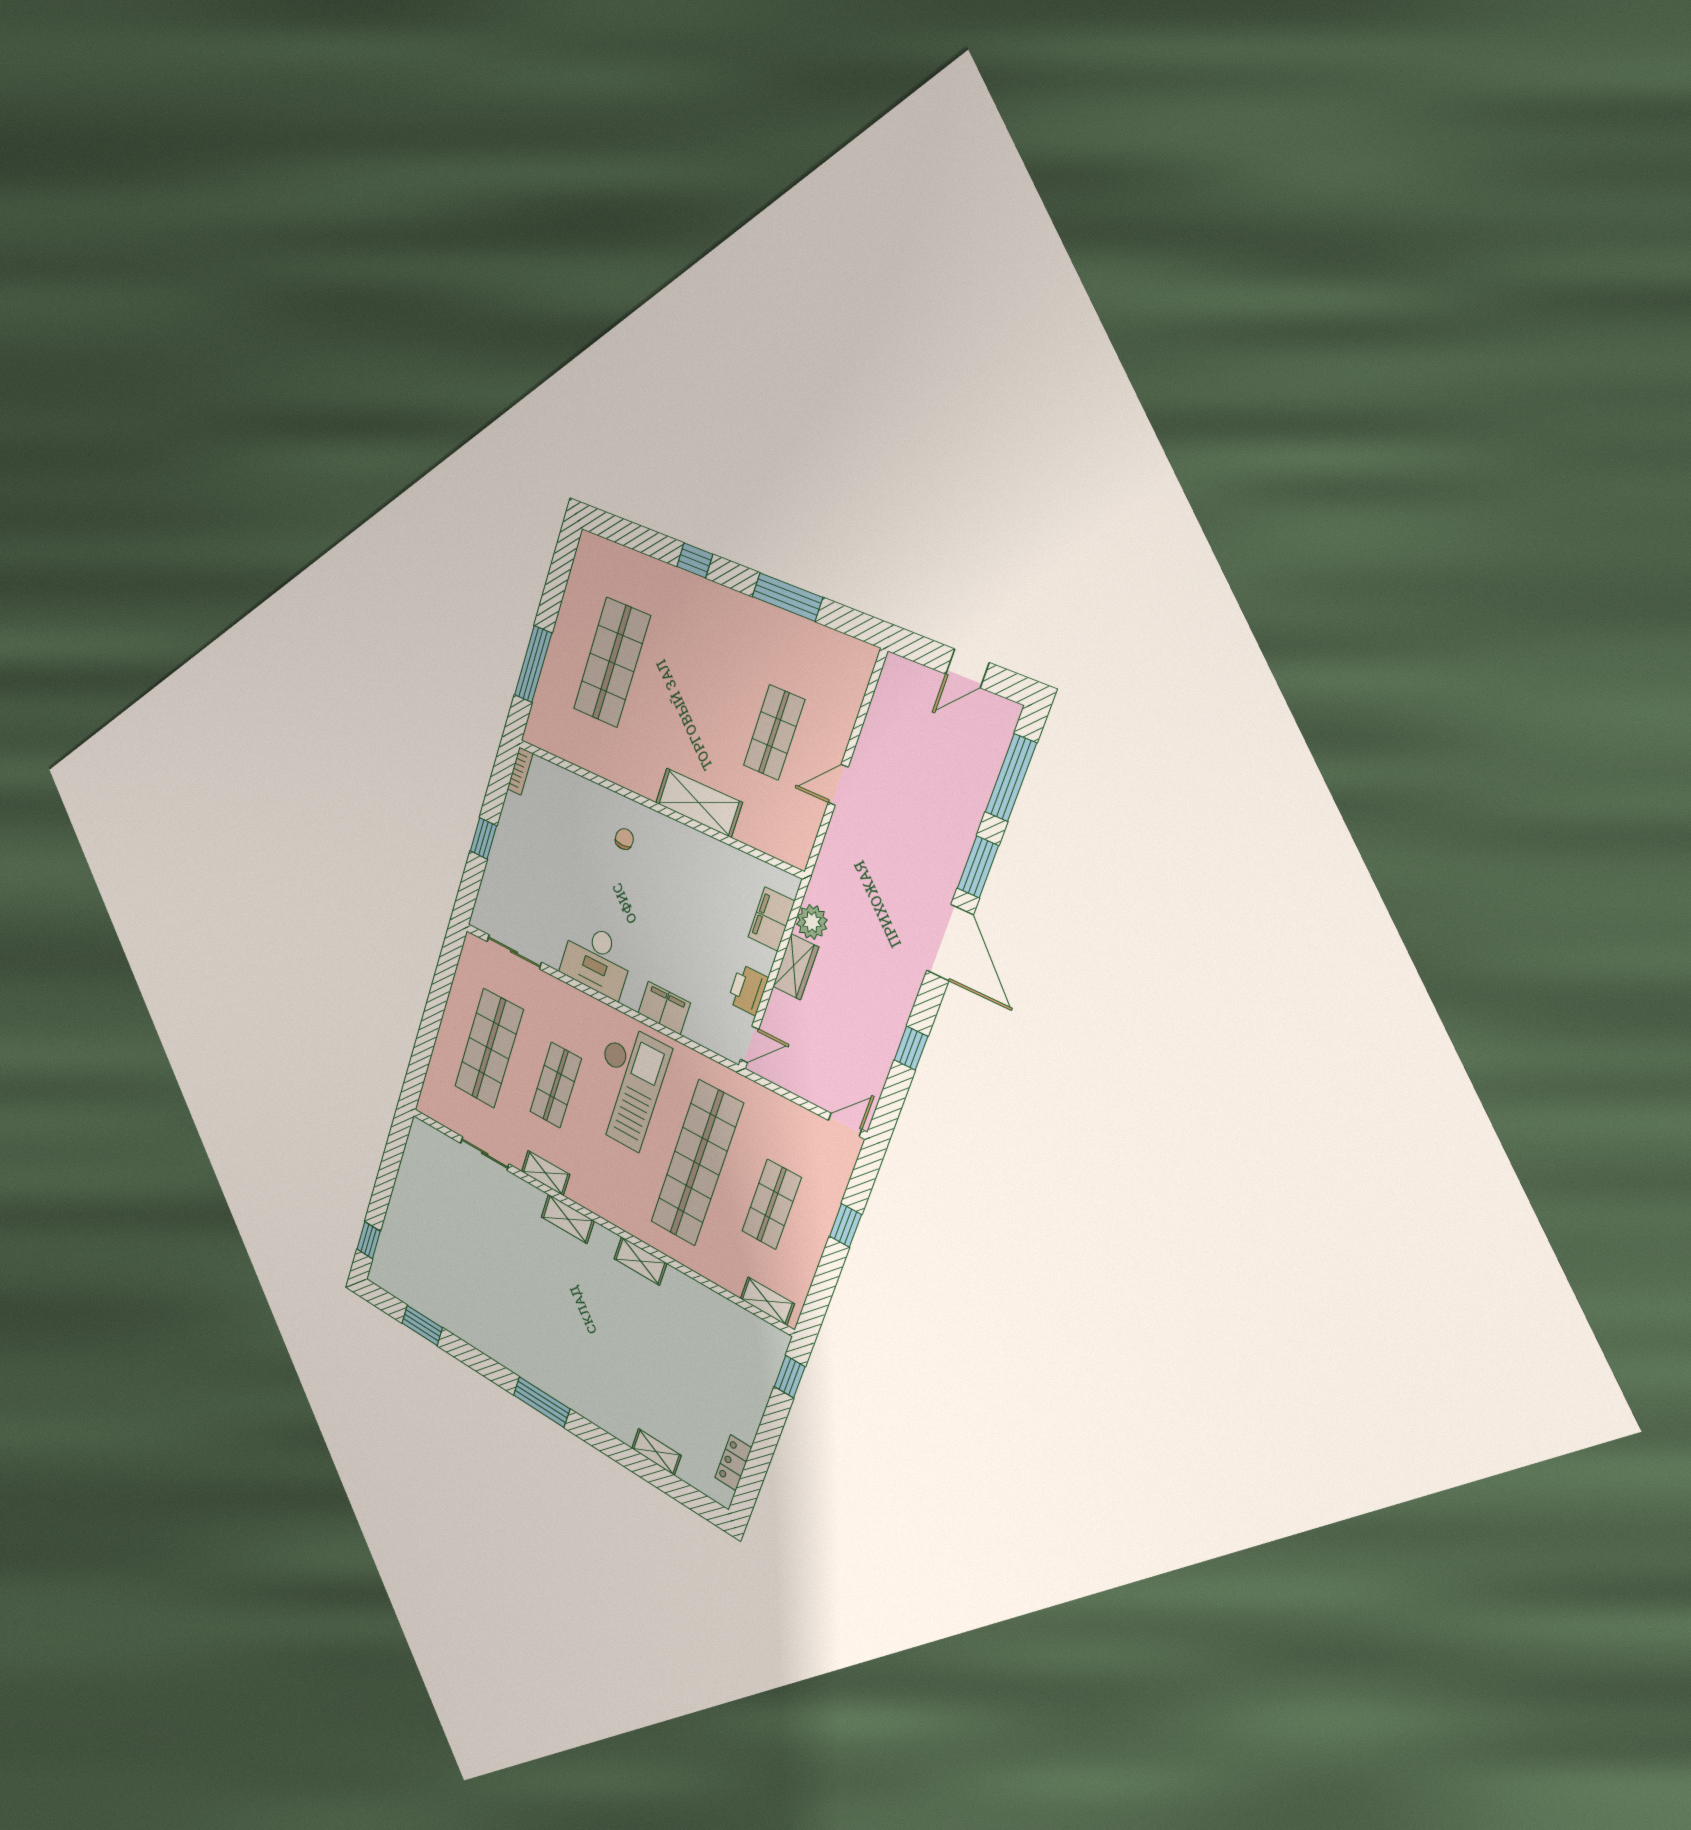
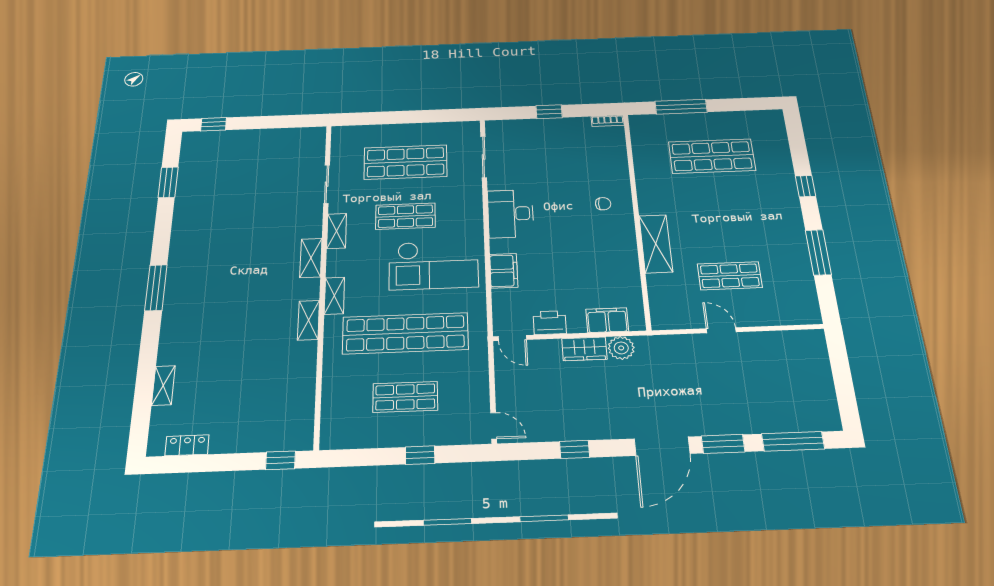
door: (967, 668) -> (844, 384), removed
shelving: (767, 1301) -> (334, 296), moved

